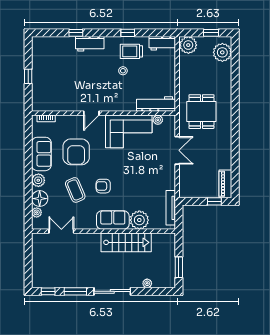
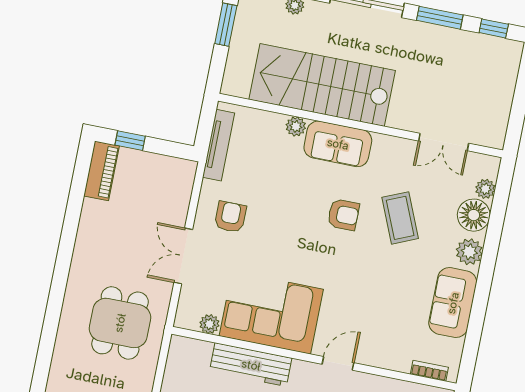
workbench: (156, 104) -> (251, 365), moved
armchair: (76, 152) -> (230, 217), moved, width x0.53, depth x0.53
plant: (139, 220) -> (296, 126), width x0.53, depth x0.53
stairs: (126, 242) -> (322, 85), width x1.36, depth x1.51

